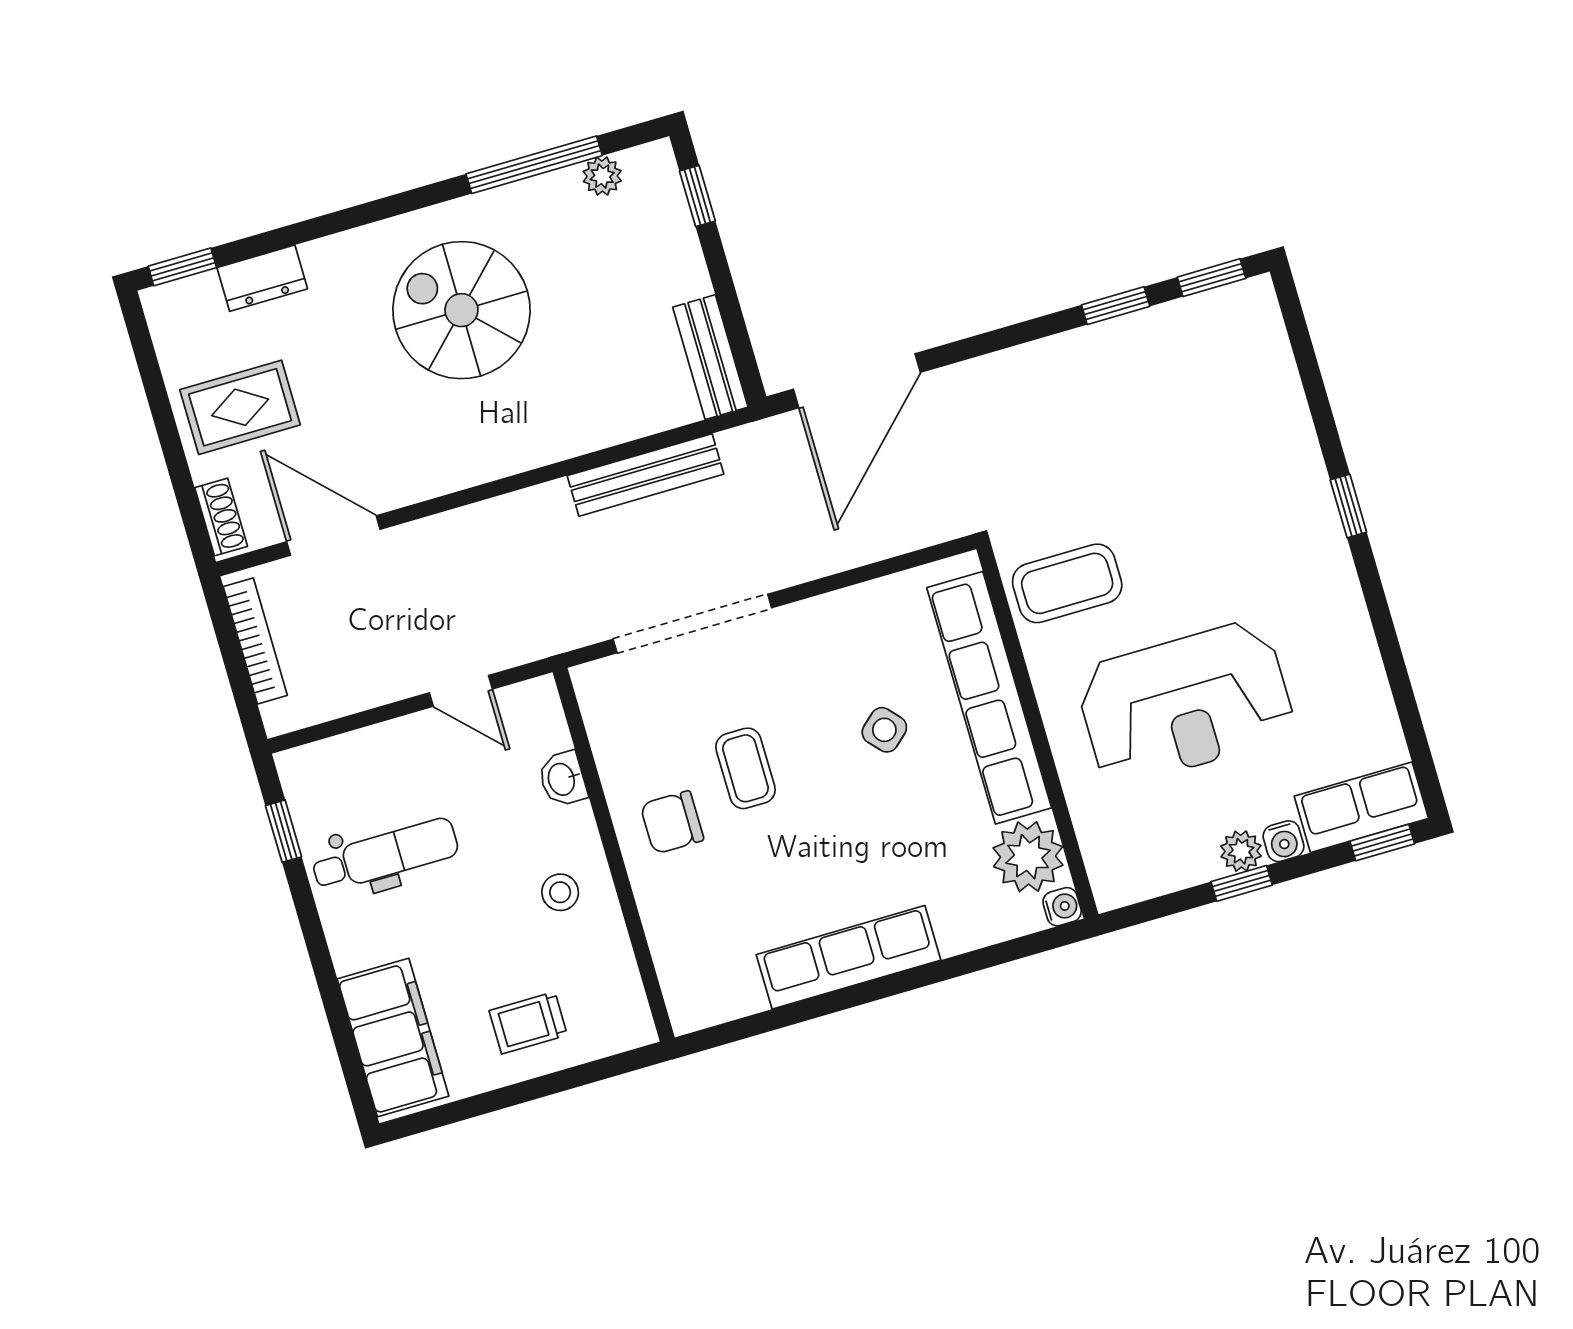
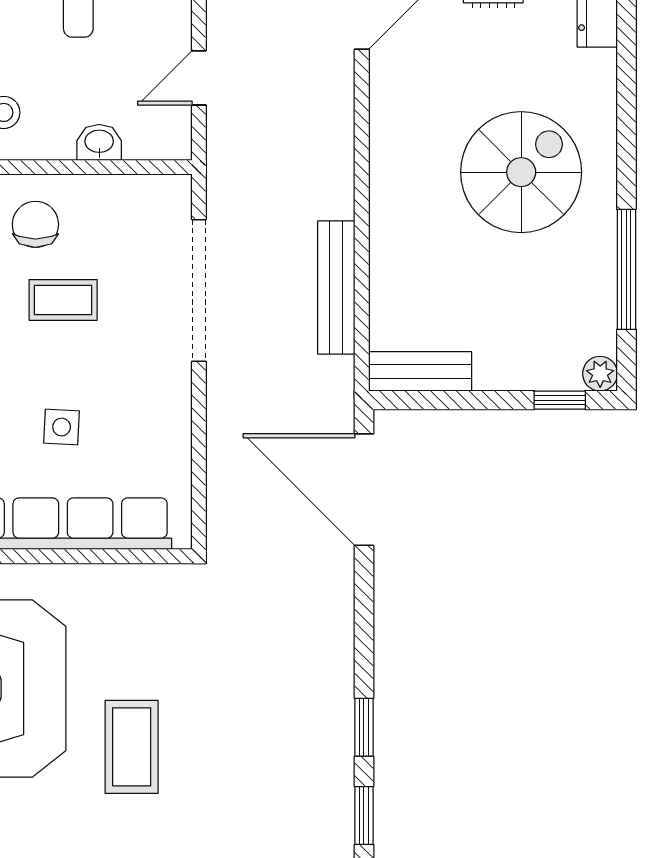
plant: (602, 176) -> (600, 374), moved
coffee table: (1067, 583) -> (132, 747), moved
side table: (884, 730) -> (62, 427), turned 45

